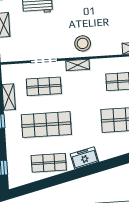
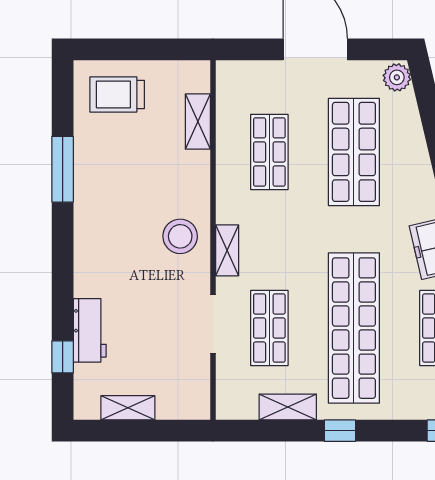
shop shelf: (46, 125) -> (354, 328), width x1.40

